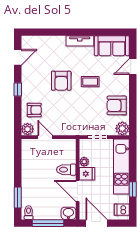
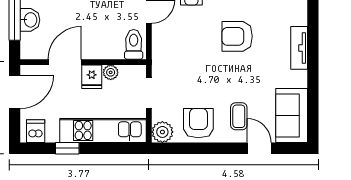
tv unit: (80, 41) -> (299, 48), moved
coffee table: (90, 82) -> (239, 116), moved
toilet: (66, 170) -> (134, 44), moved
washbasin: (68, 213) -> (30, 20), moved

